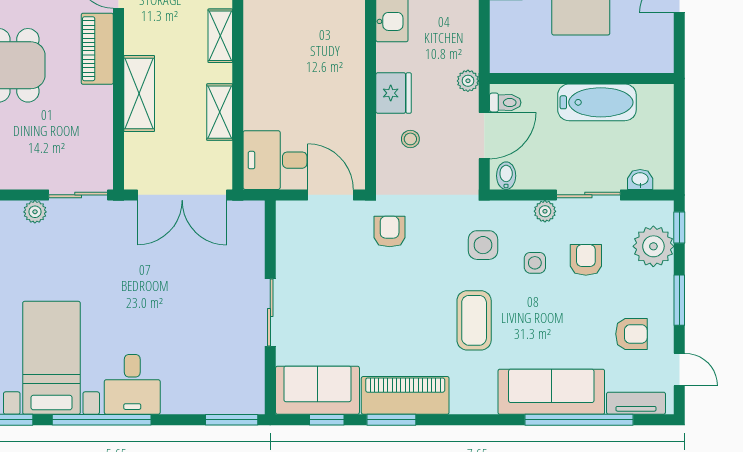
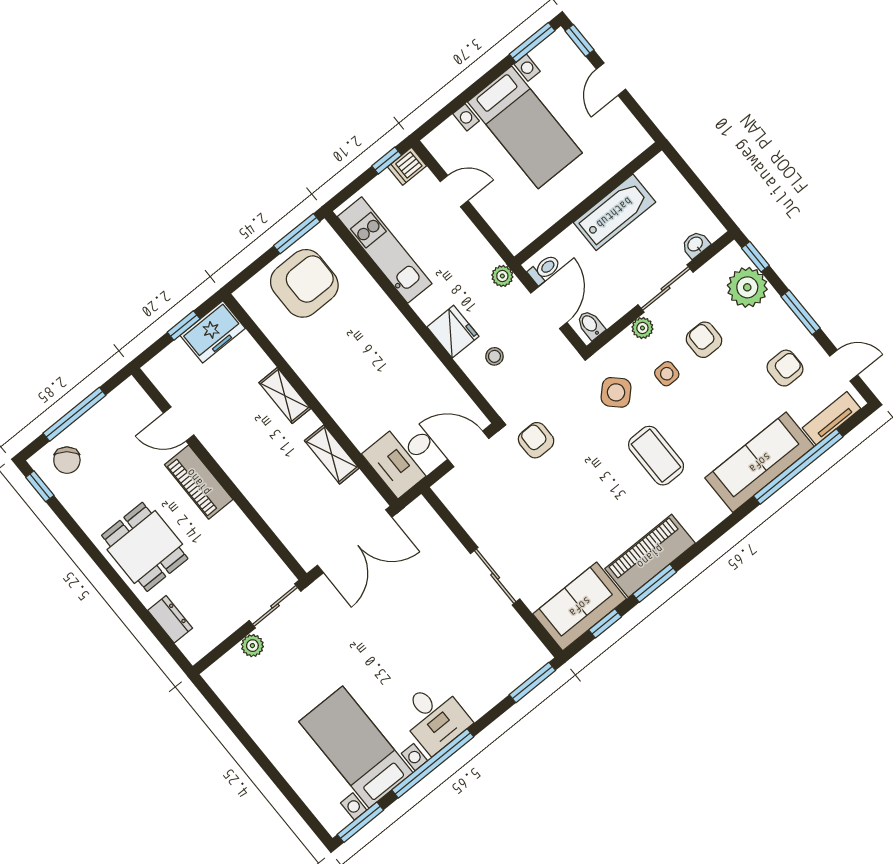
shelving: (139, 94) -> (259, 490), removed
side table: (483, 245) -> (616, 392), turned 45

